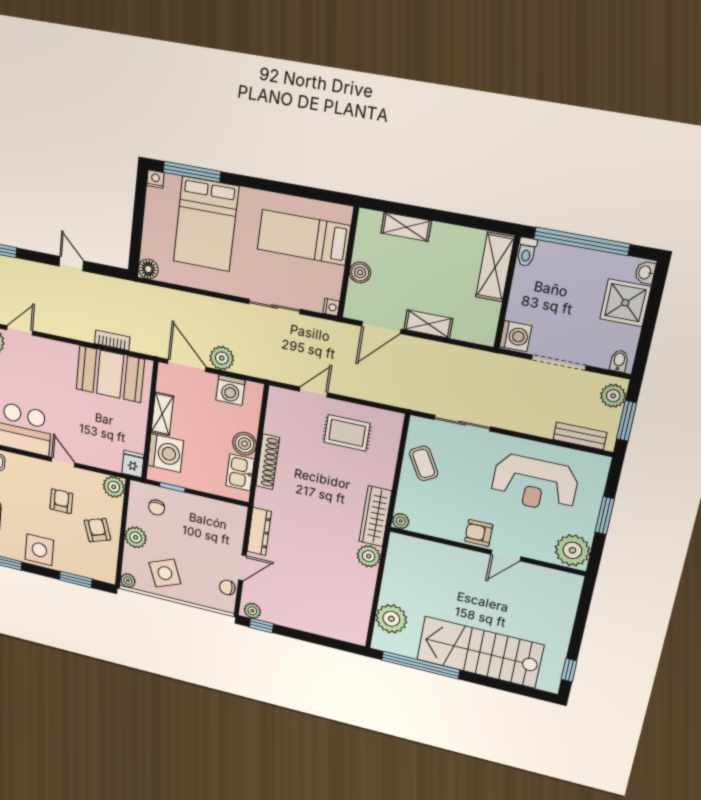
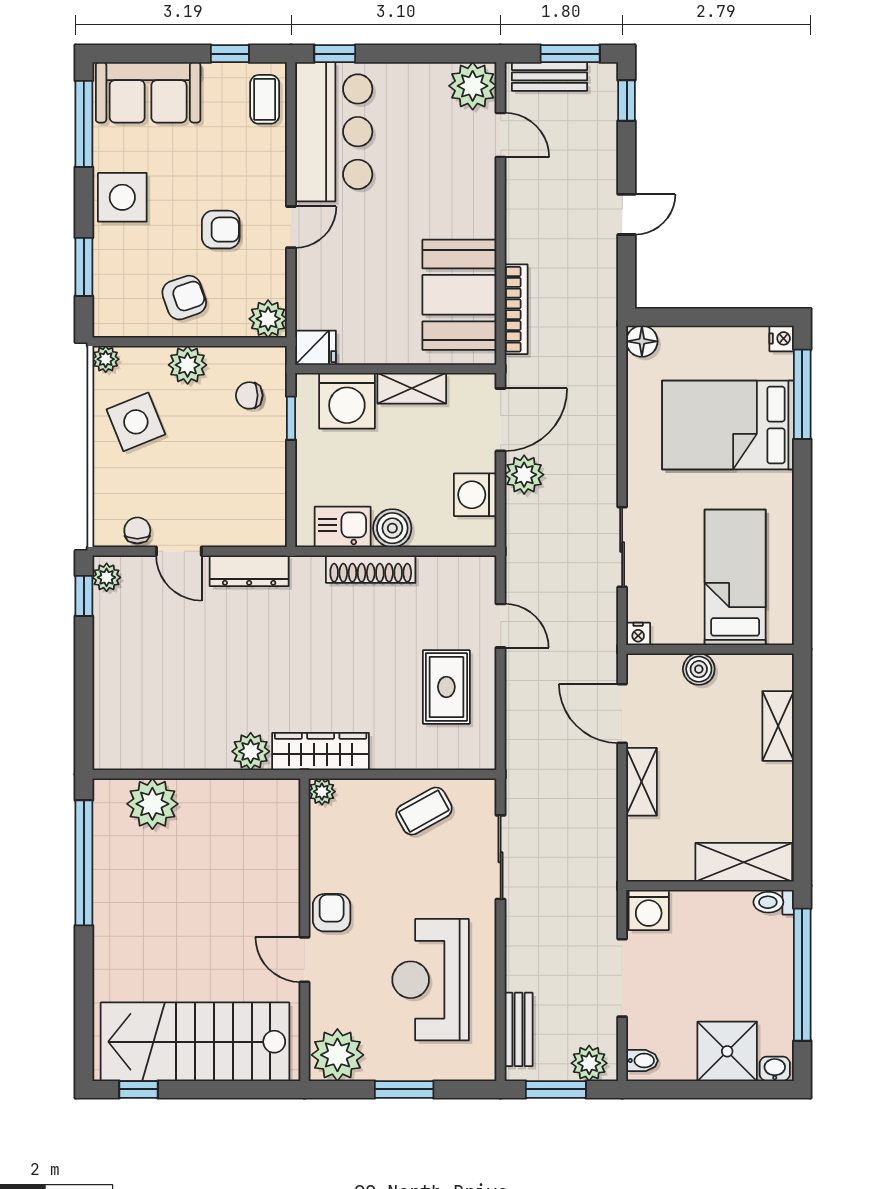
bookcase: (112, 340) -> (516, 309), width x1.56
stairs: (480, 652) -> (195, 1042), moved, turned -90

